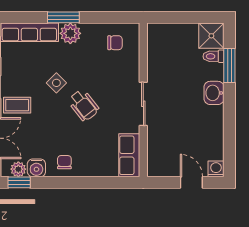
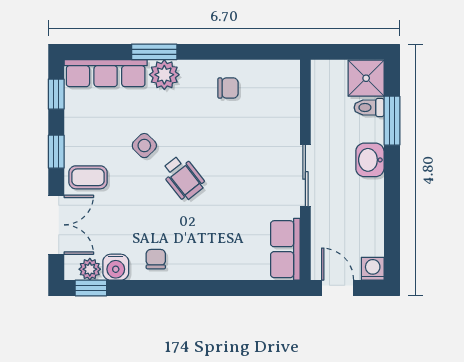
wall: (143, 100) -> (305, 170), moved
sliding door: (143, 104) -> (305, 175), moved
row of seats: (129, 155) -> (285, 249), moved

